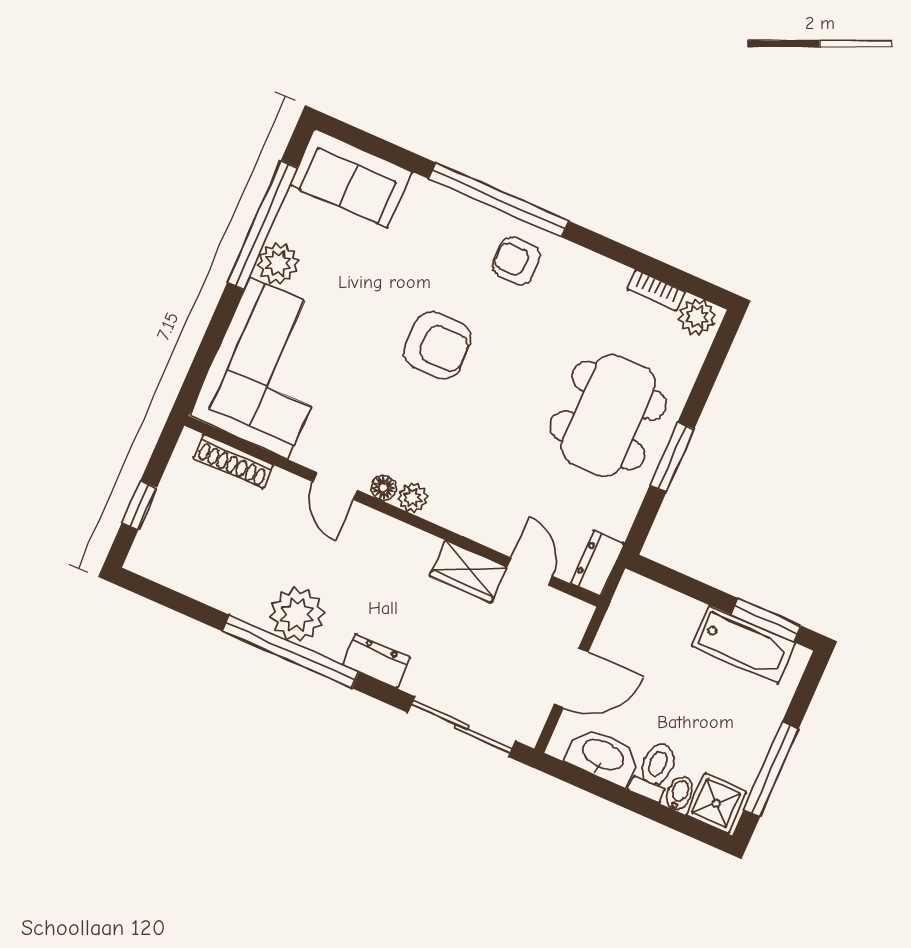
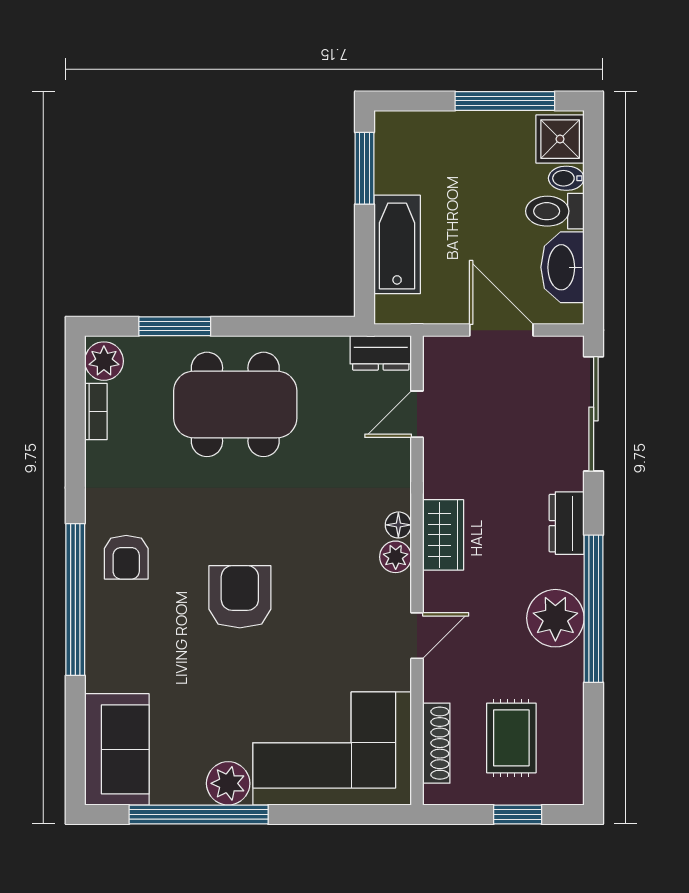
window: (672, 457) -> (175, 326), moved
floor lamp: (384, 488) -> (398, 525), moved
rug: (209, 530) -> (511, 738), added
wardrobe: (468, 572) -> (443, 535), moved
bathtub: (744, 644) -> (397, 244), moved

